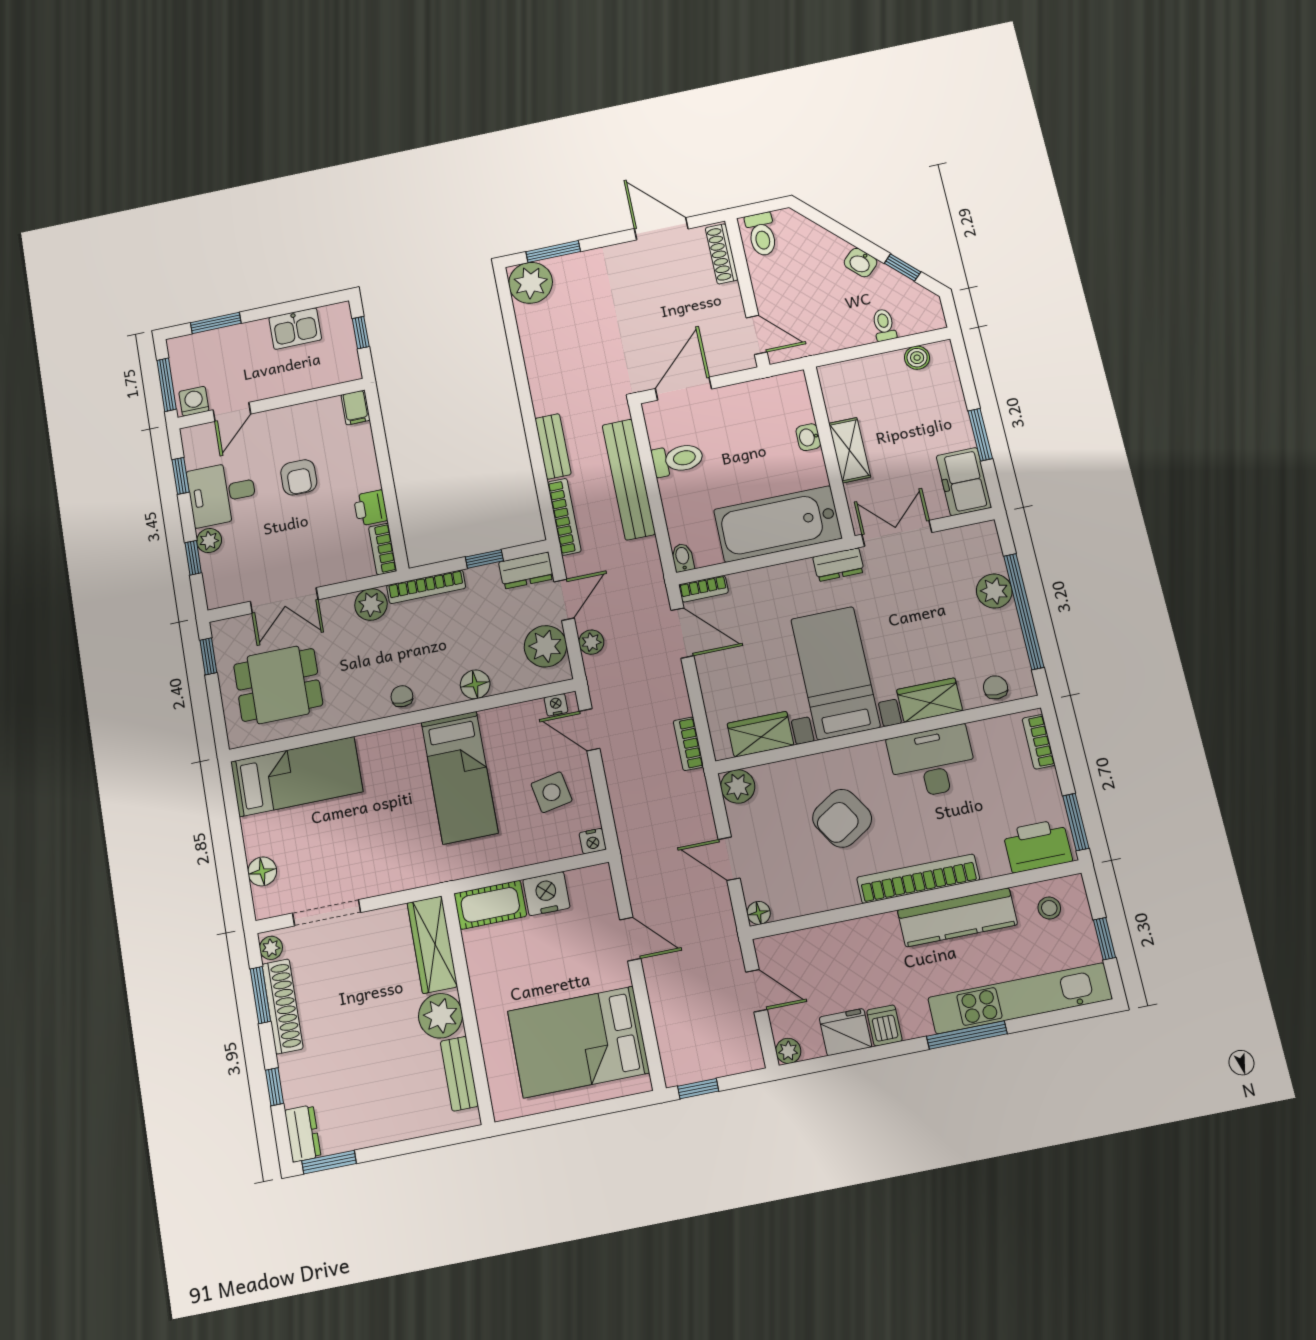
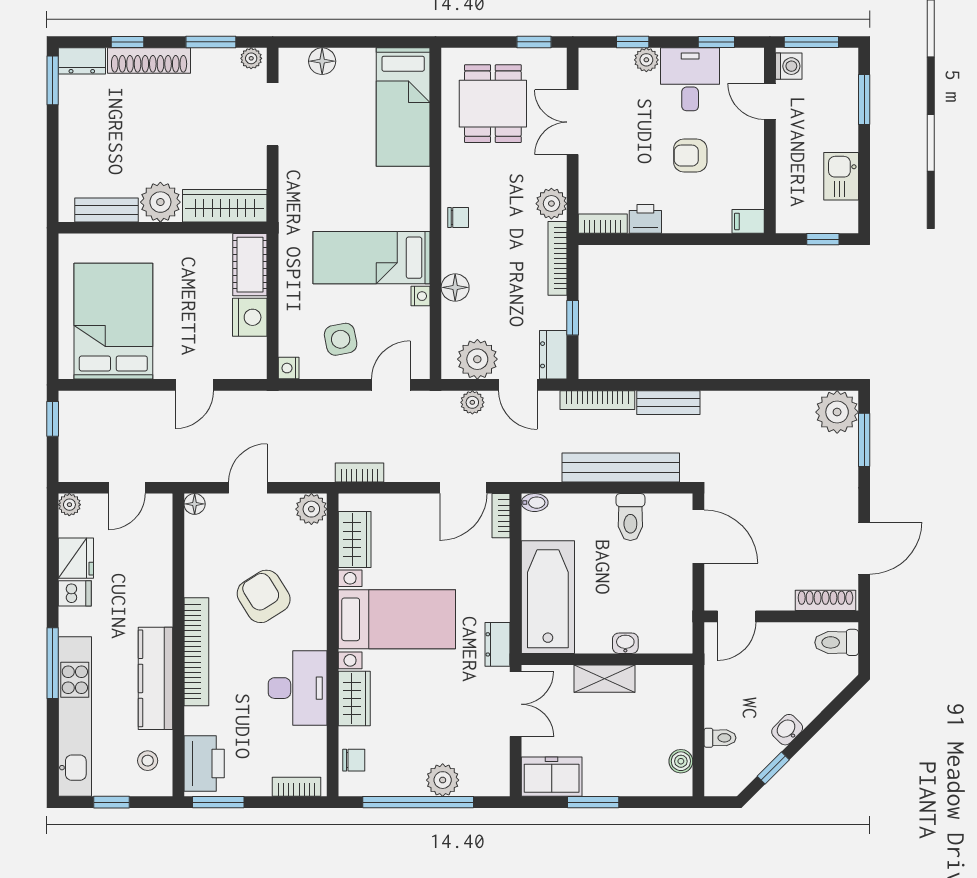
nightstand: (556, 705) -> (420, 296), moved
shoe rack: (282, 1006) -> (149, 60), moved

